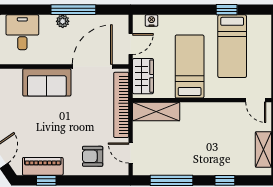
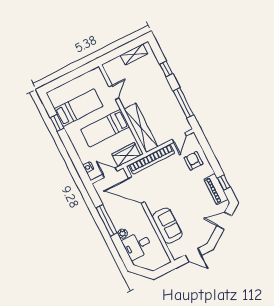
plant: (63, 21) -> (123, 234), moved
sofa: (47, 82) -> (167, 226), moved
door: (256, 100) -> (114, 92), moved
shelving: (156, 112) -> (141, 128), width x1.47
armchair: (93, 156) -> (193, 161), turned 180

